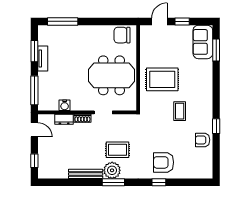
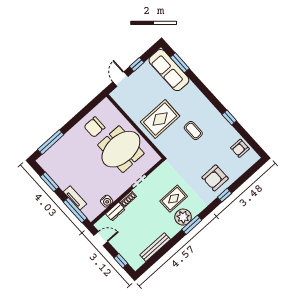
chair: (122, 35) -> (94, 127), moved
sofa: (203, 42) -> (169, 70), width x1.36
tv unit: (43, 59) -> (75, 198), moved
armchair: (203, 140) -> (240, 148), moved
bench: (86, 174) -> (155, 247), moved

